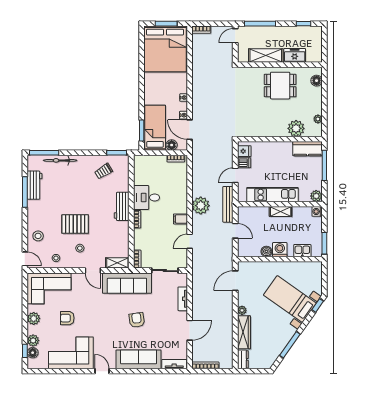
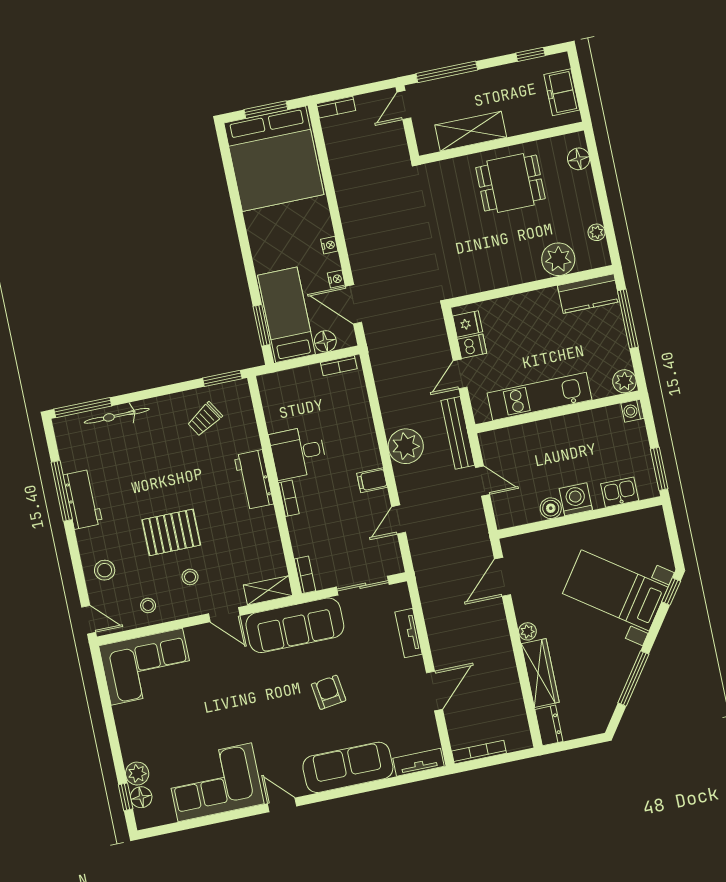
freezer: (295, 55) -> (562, 92), moved, turned -90
workbench: (35, 185) -> (83, 499), moved
shelving: (281, 212) -> (562, 426), removed
plant: (34, 318) -> (129, 731), removed
armchair: (67, 318) -> (194, 717), removed

